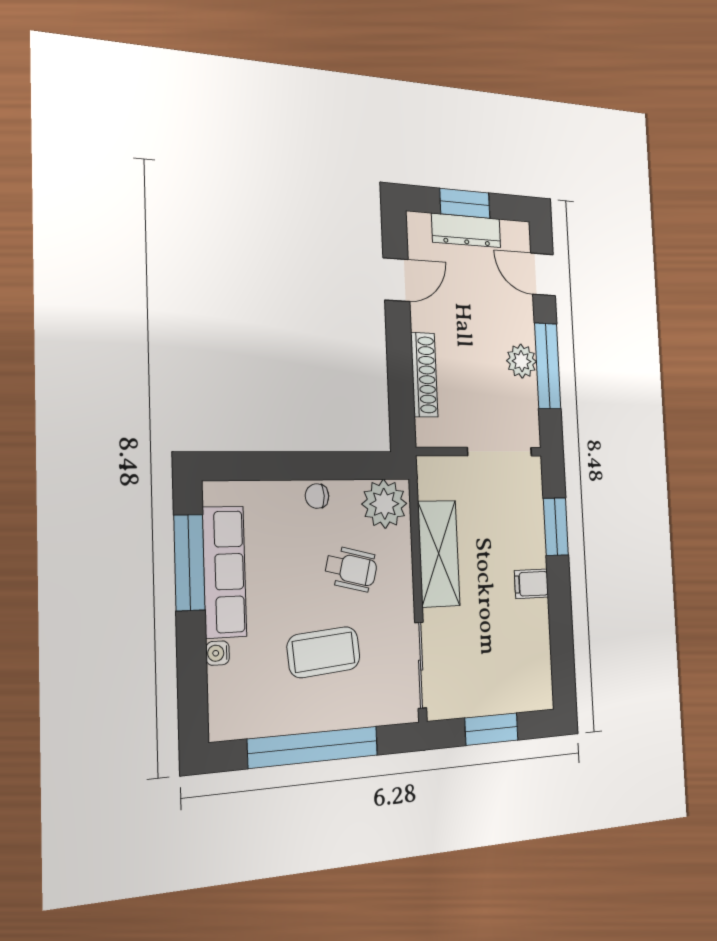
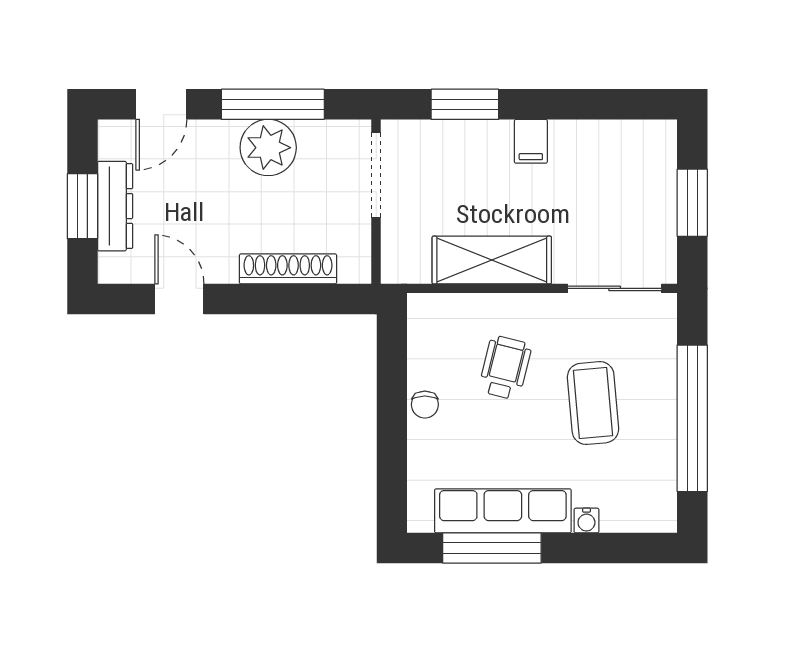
plant: (521, 361) -> (268, 148), width x1.36, depth x1.36
plant: (384, 504) -> (435, 325), removed

